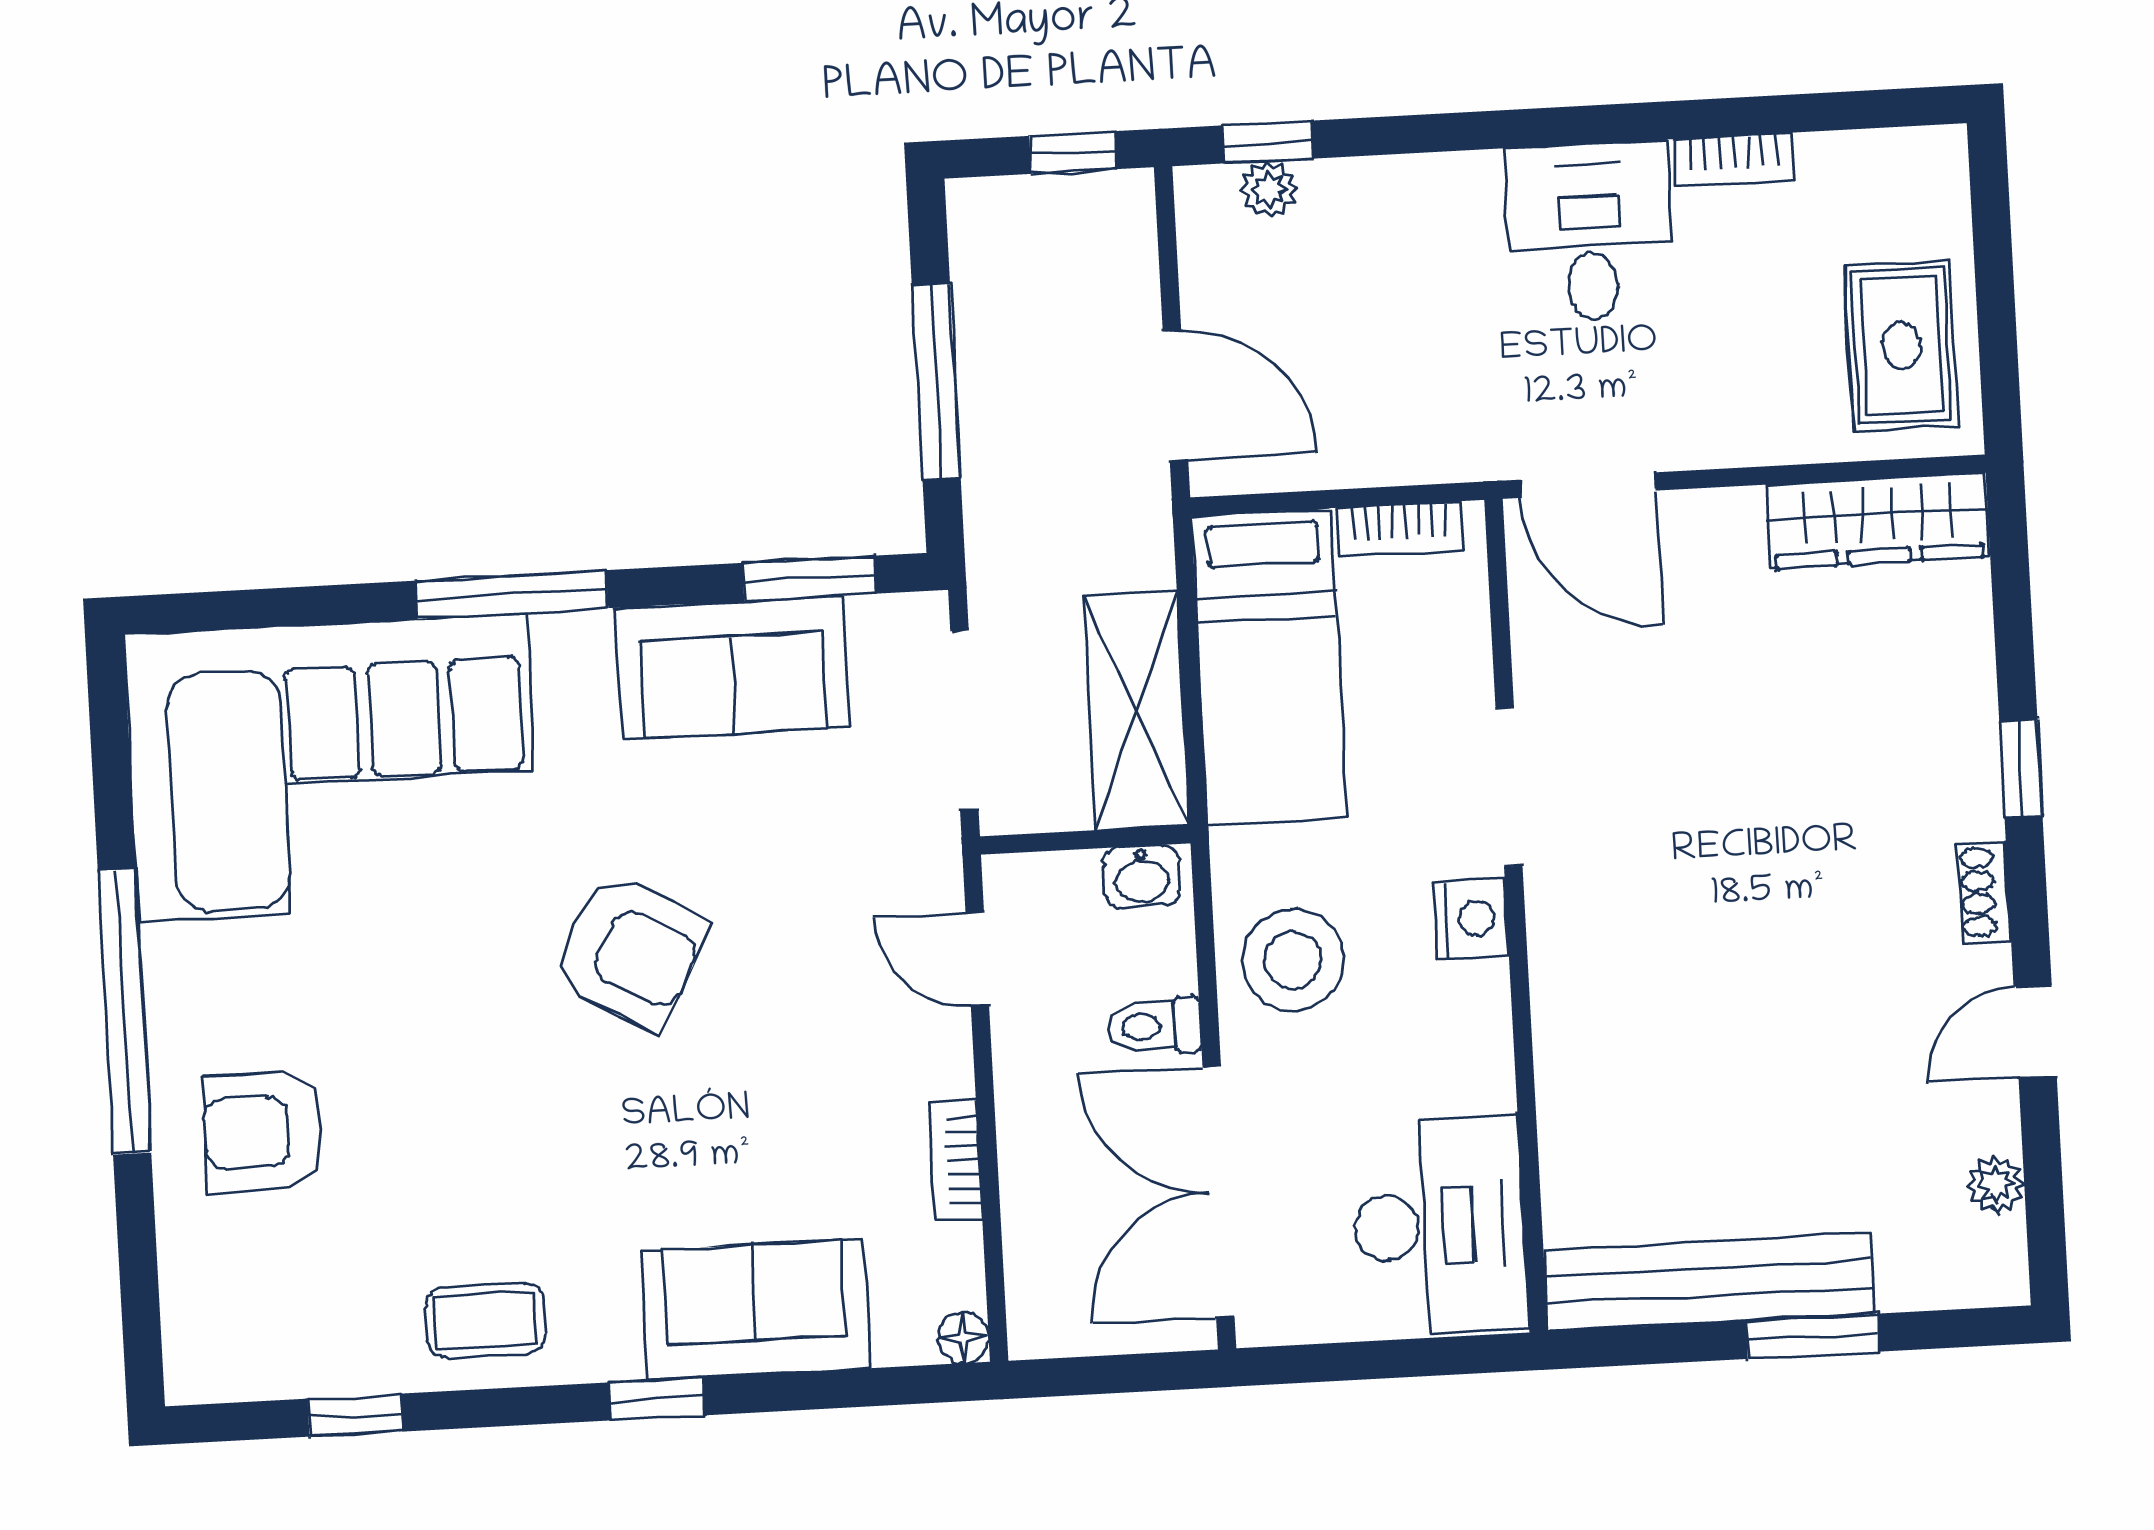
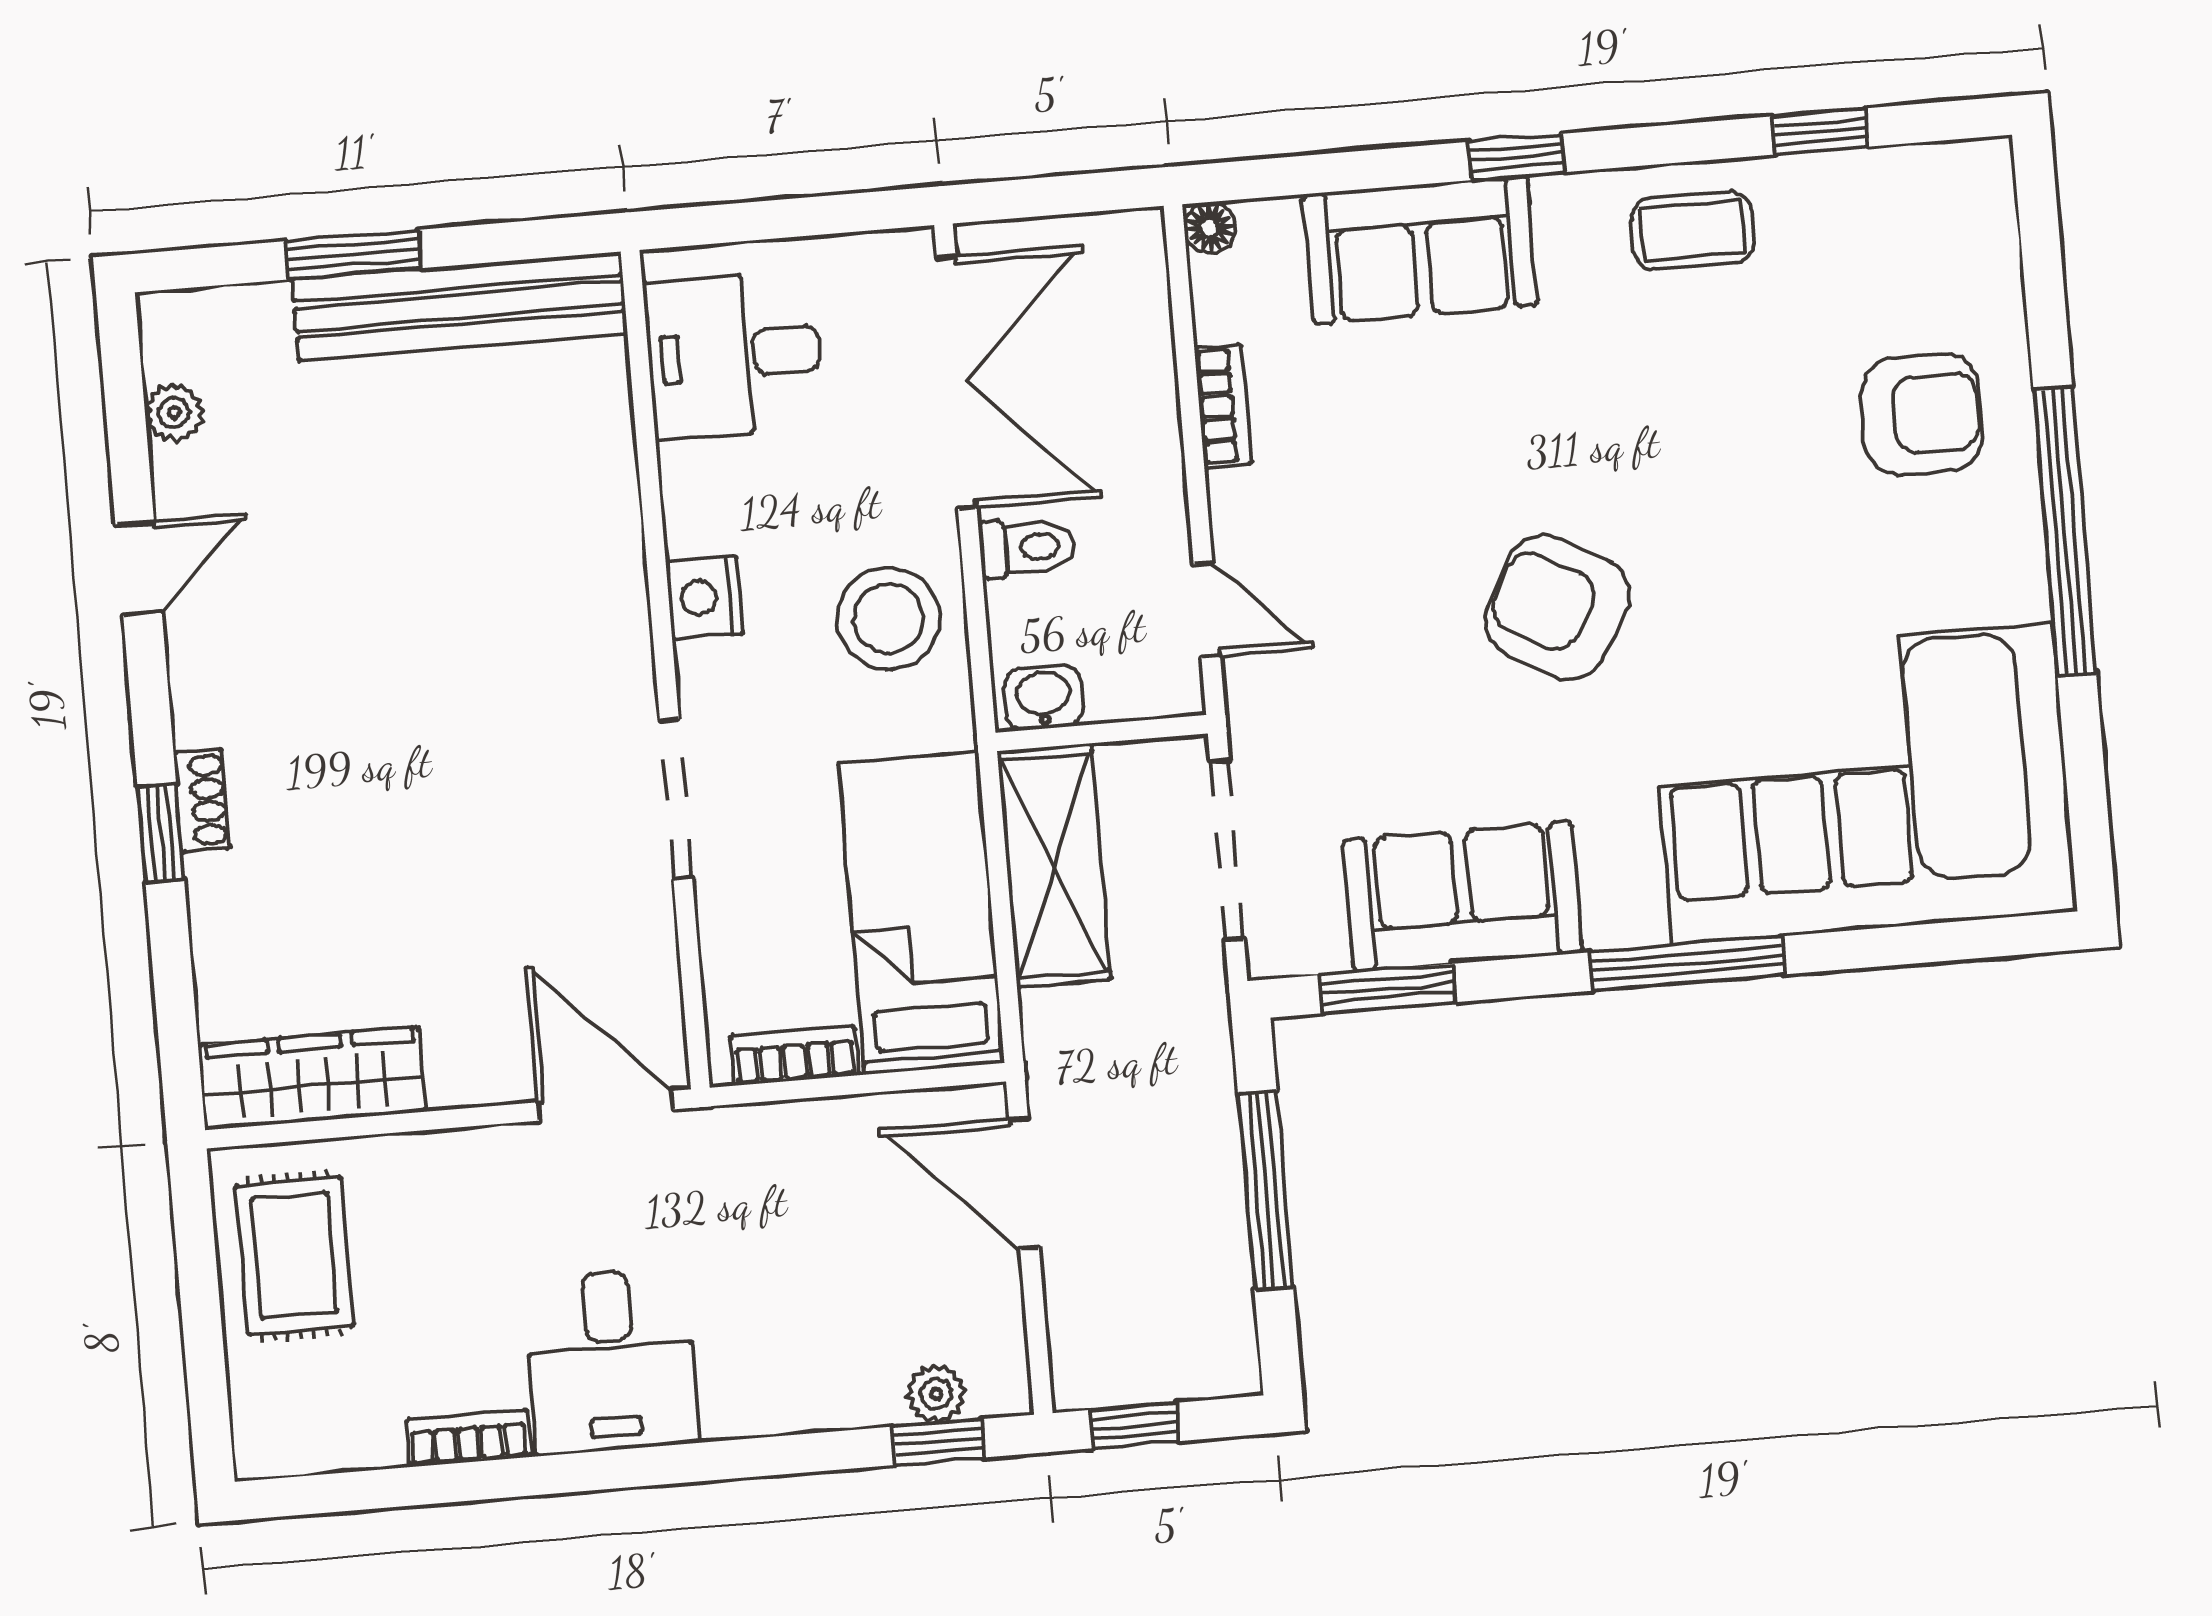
shoe rack: (1984, 892) -> (202, 800), moved
nightstand: (1471, 919) -> (704, 597), moved
desk: (1439, 1226) -> (734, 355), width x0.73

